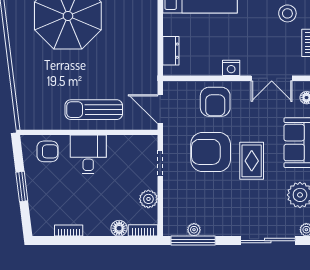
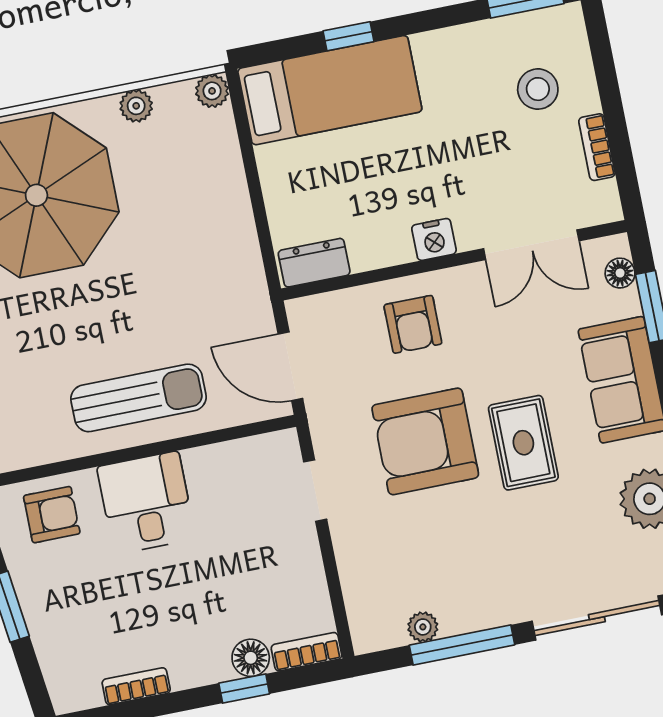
dresser: (171, 51) -> (314, 263), moved, turned -90
armchair: (215, 102) -> (413, 324), width x0.72, depth x0.72
sun lounger: (94, 110) -> (138, 398), turned 180
plant: (148, 199) -> (305, 577), removed
window: (114, 241) -> (244, 688), added
window: (193, 241) -> (462, 645), moved

